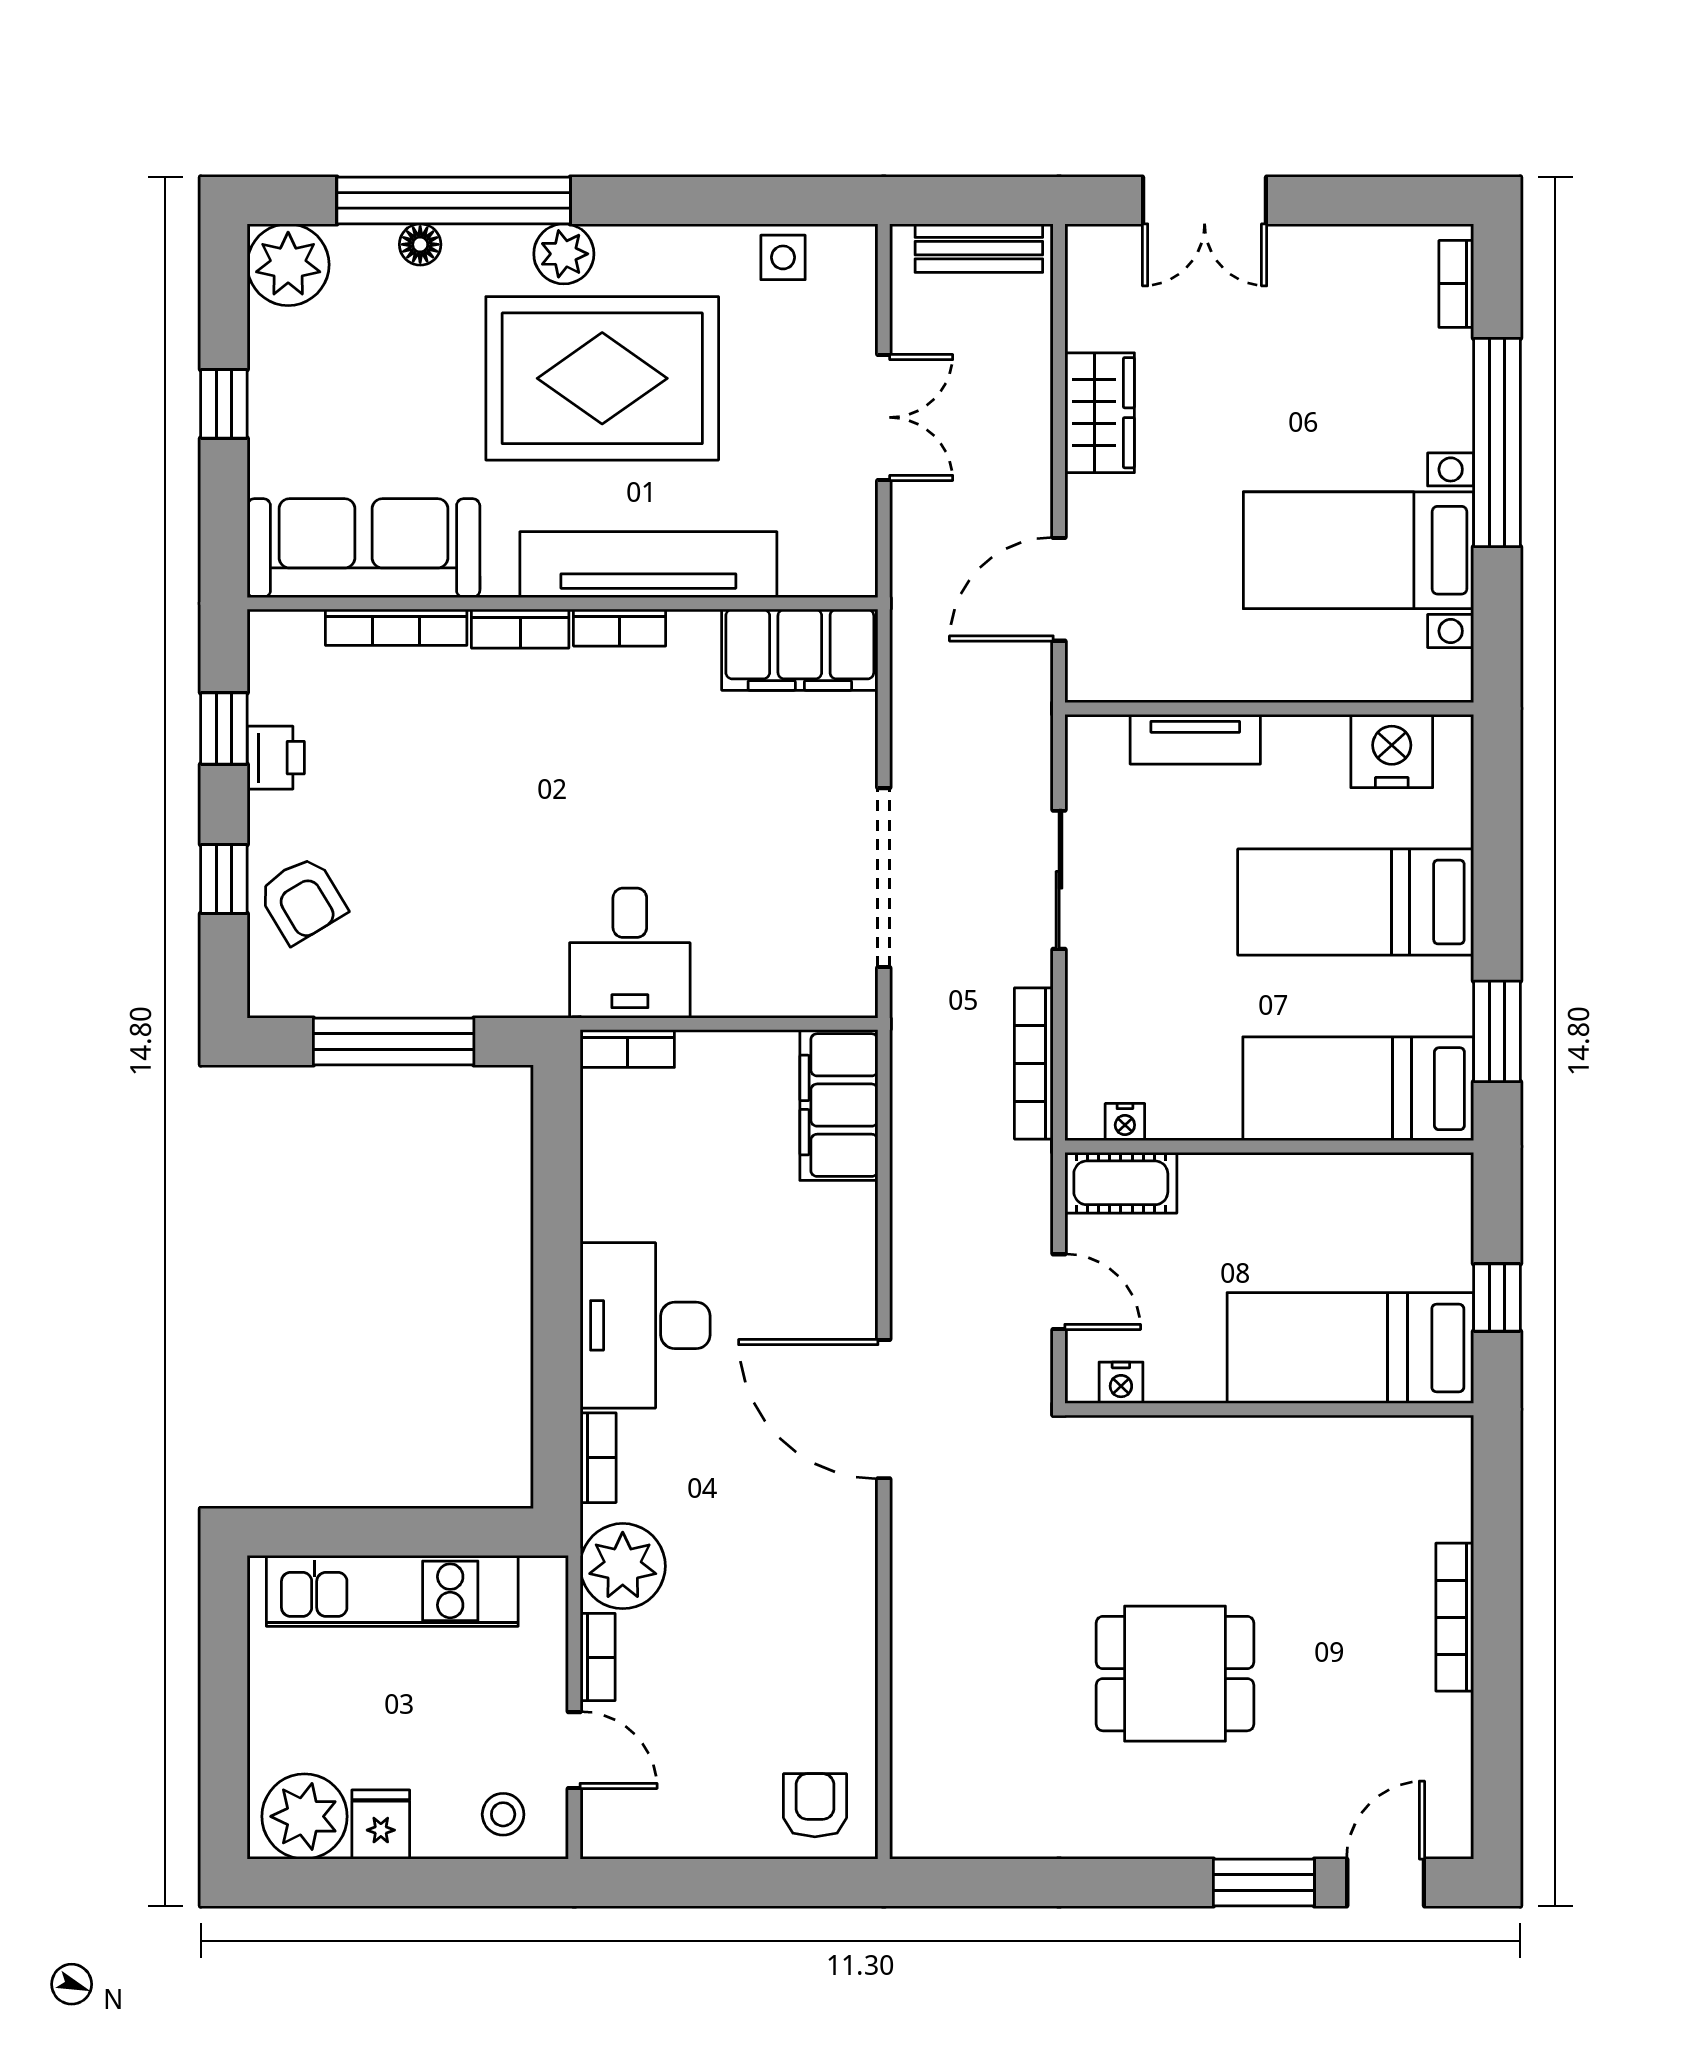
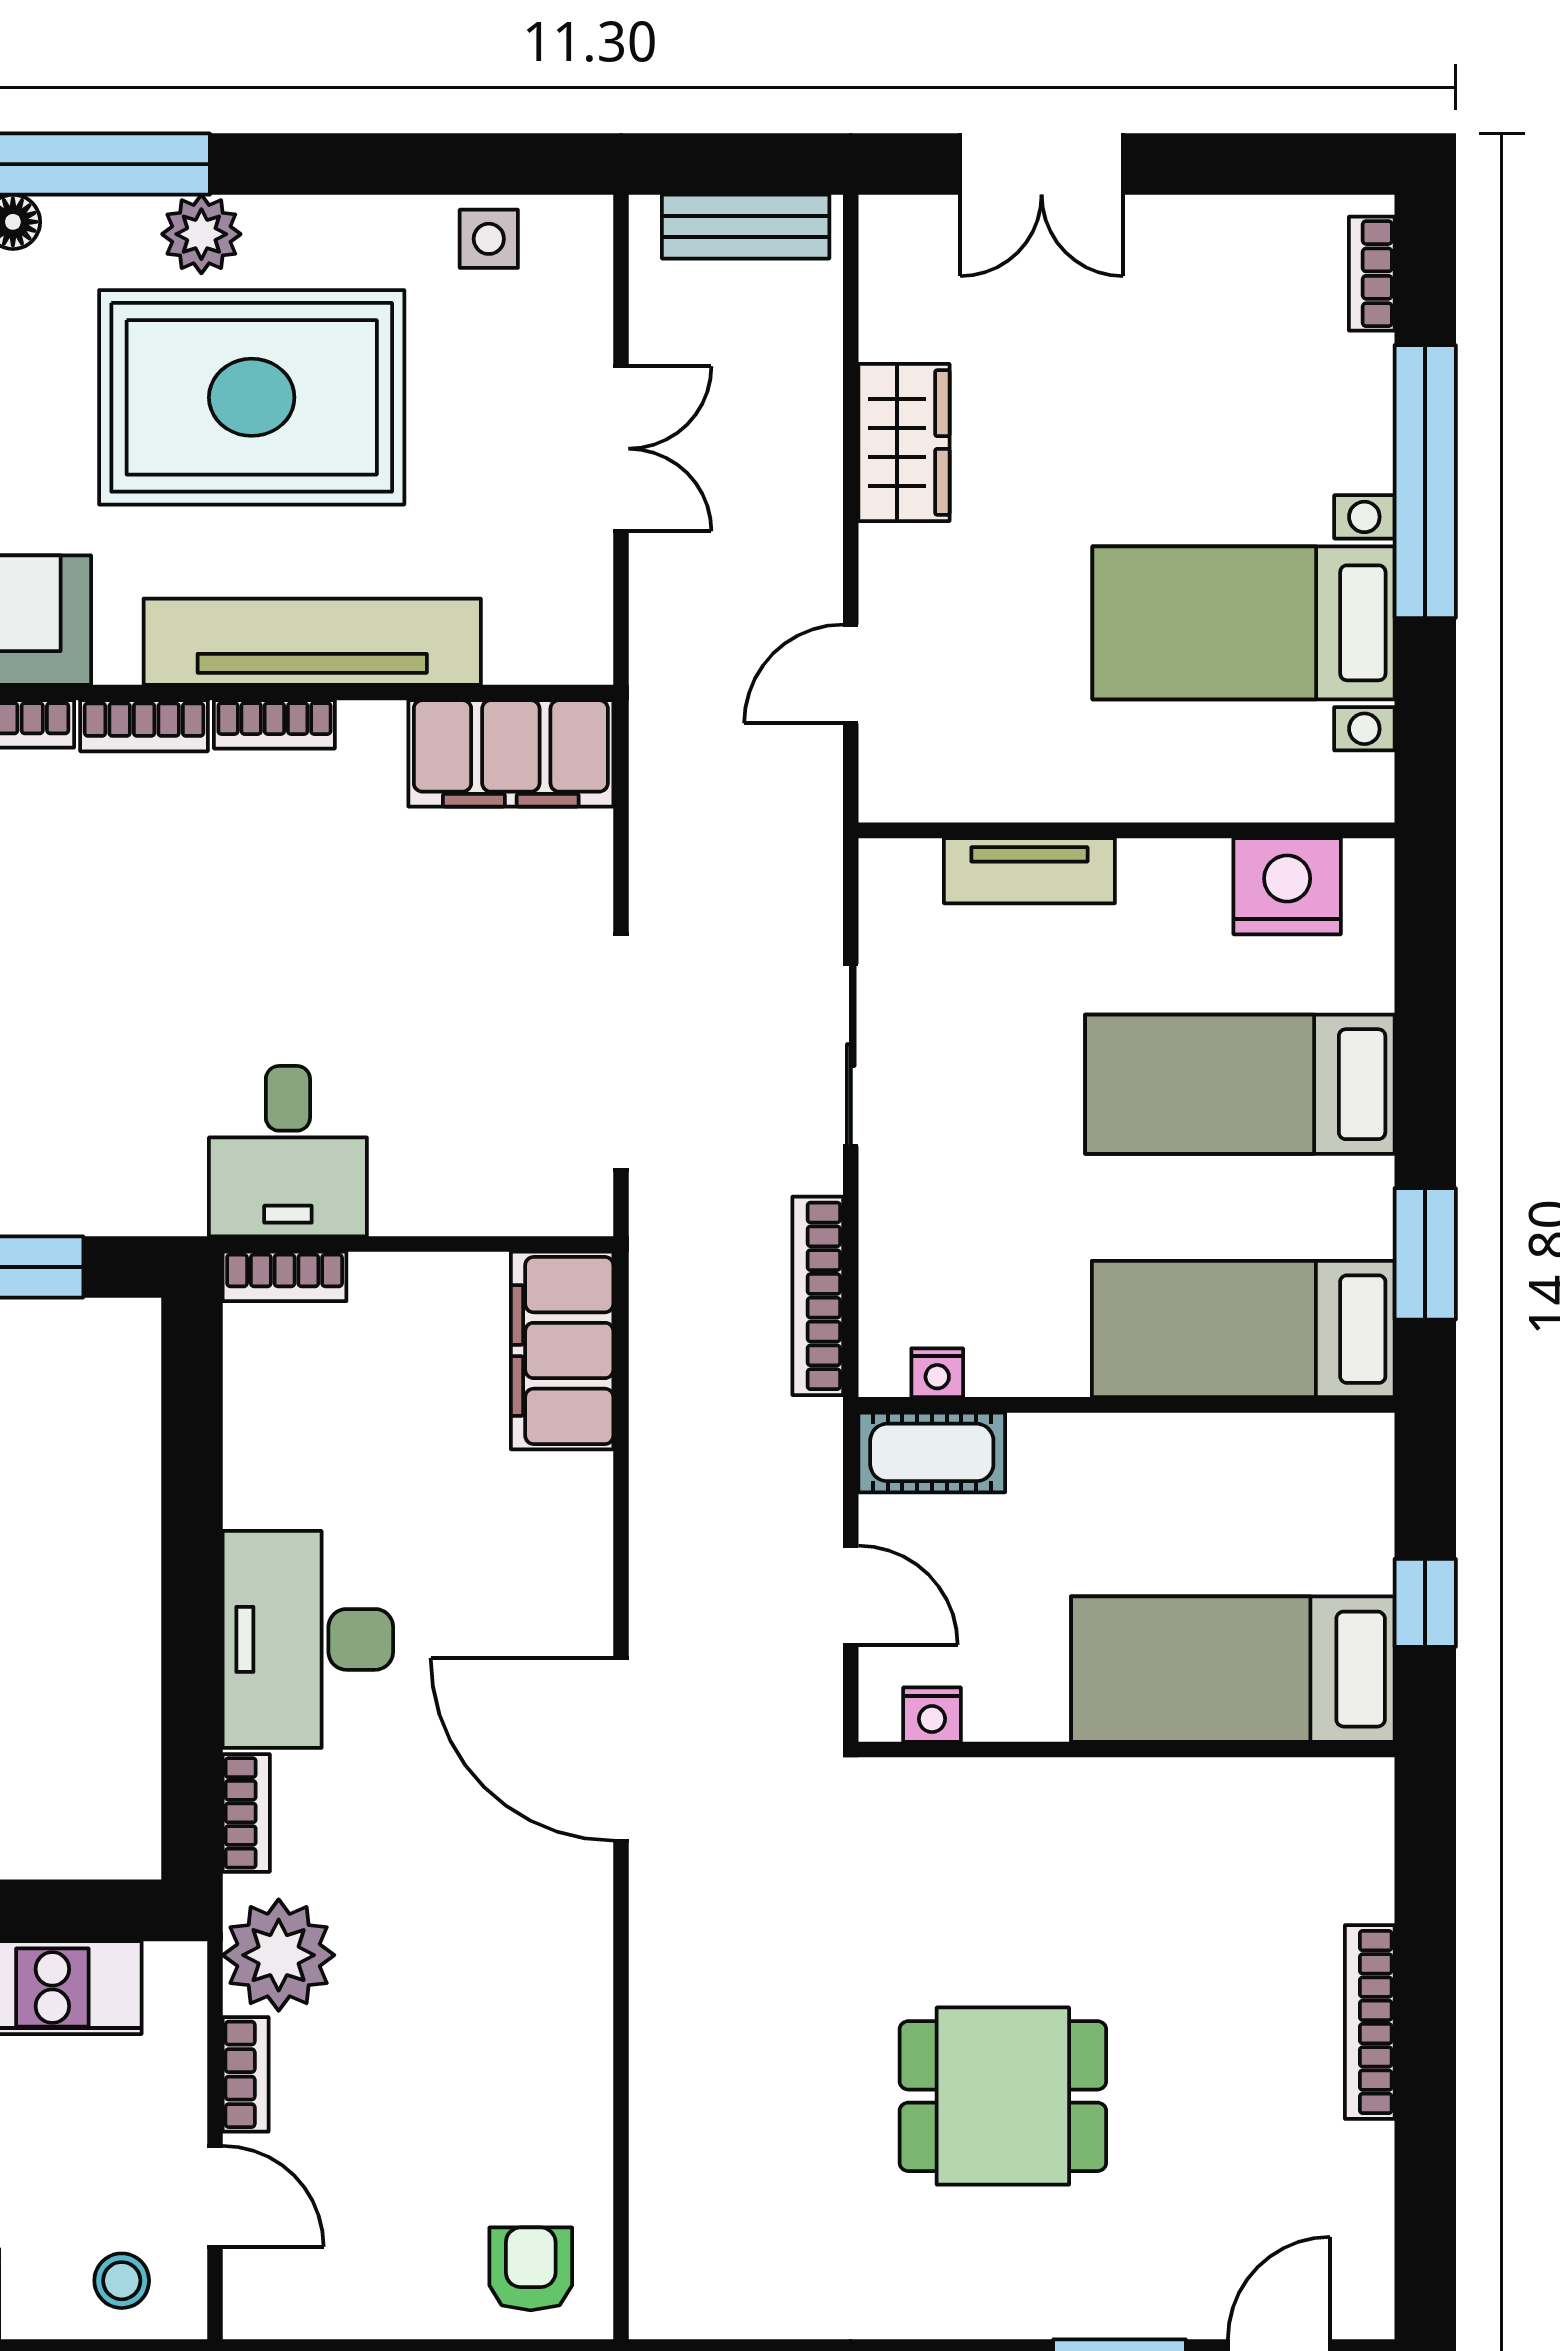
door: (1059, 589) -> (851, 674), width x0.73

